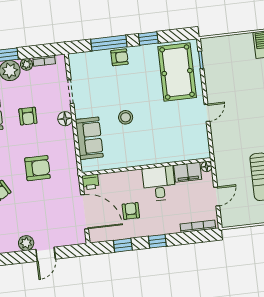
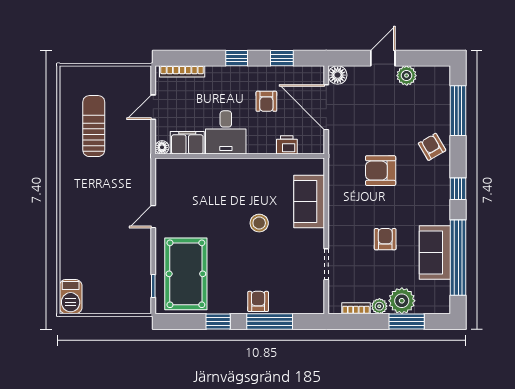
armchair: (119, 57) -> (258, 301), turned 90
floor lamp: (65, 119) -> (338, 75), moved
printer: (90, 182) -> (287, 145), moved

